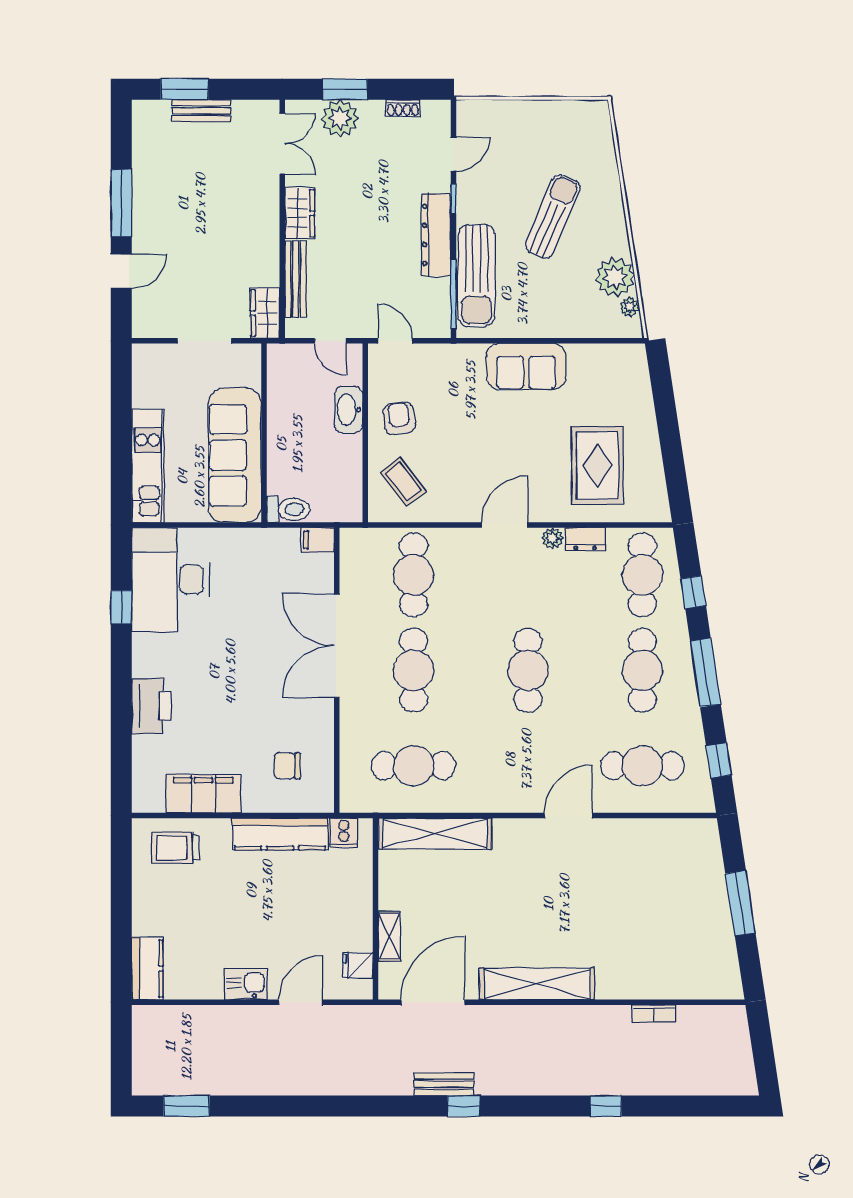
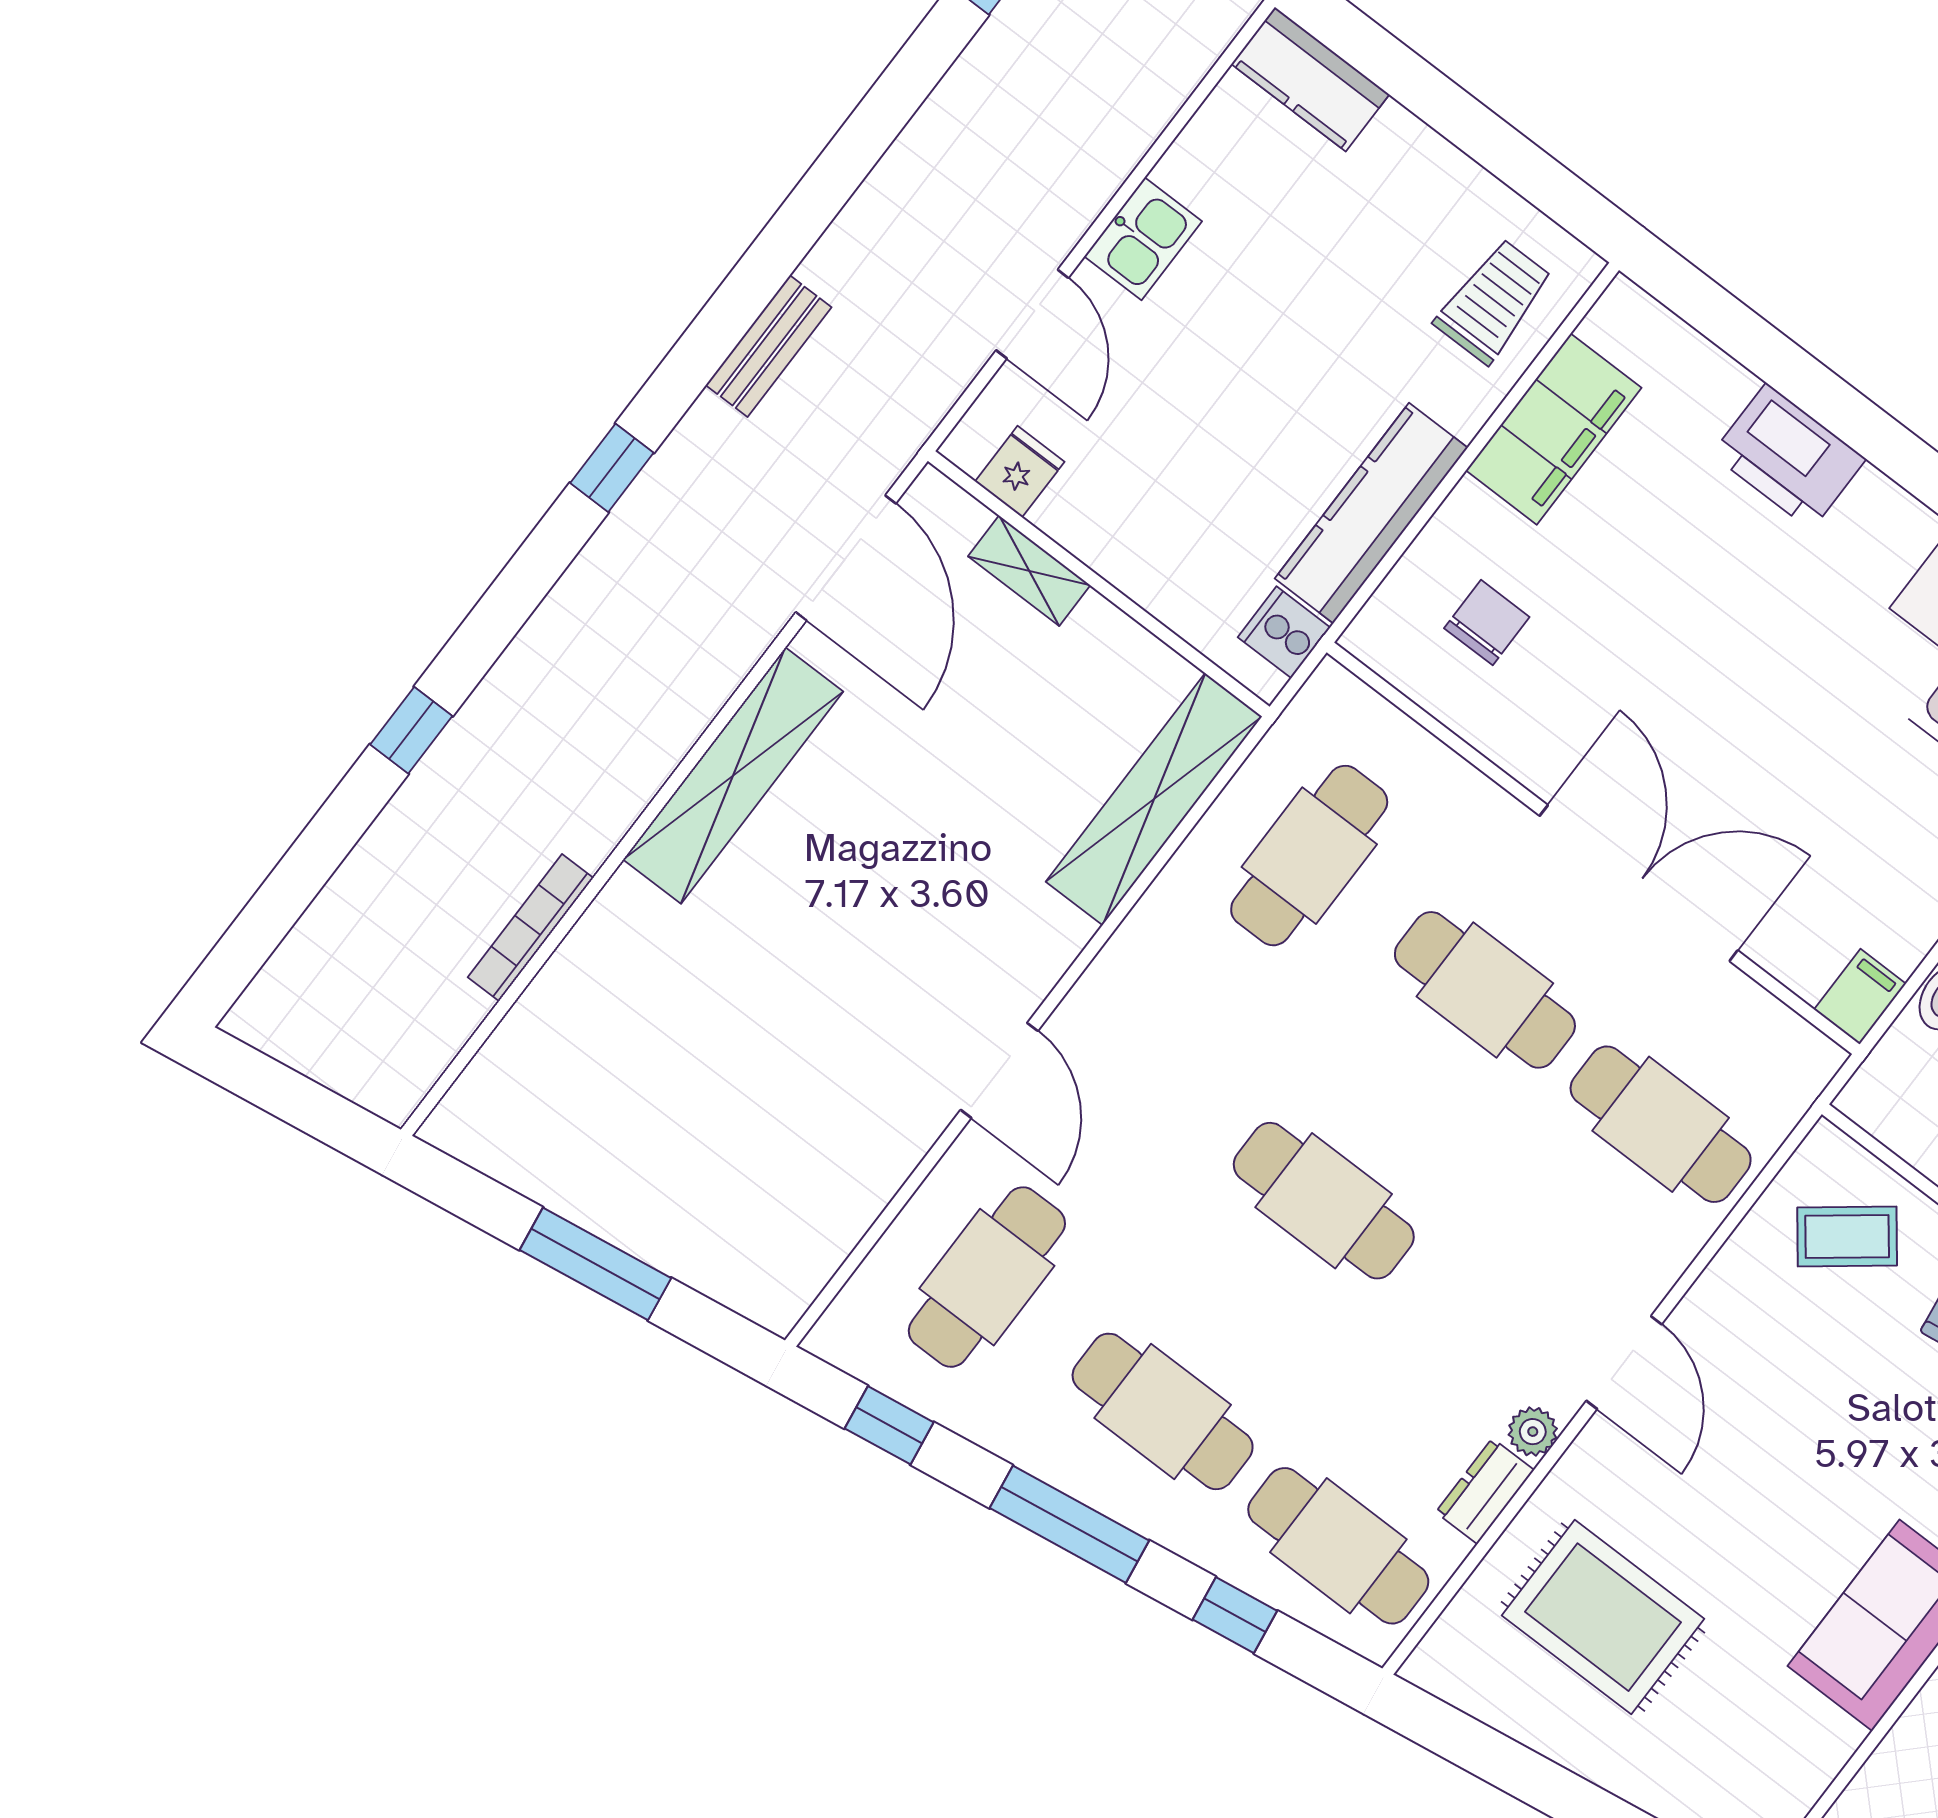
bookcase: (654, 1013) -> (531, 928), width x1.56
bench: (444, 1084) -> (769, 346), moved

